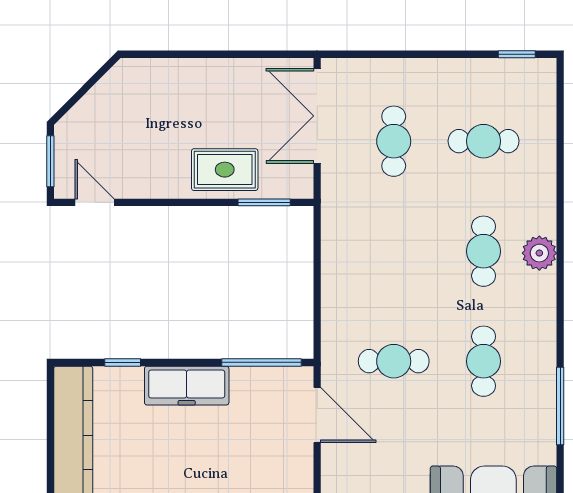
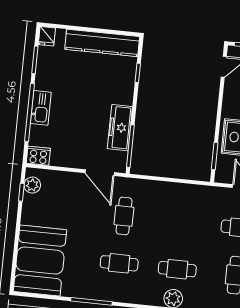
freezer: (187, 386) -> (120, 128), moved
door: (317, 415) -> (100, 173), hinge flipped

